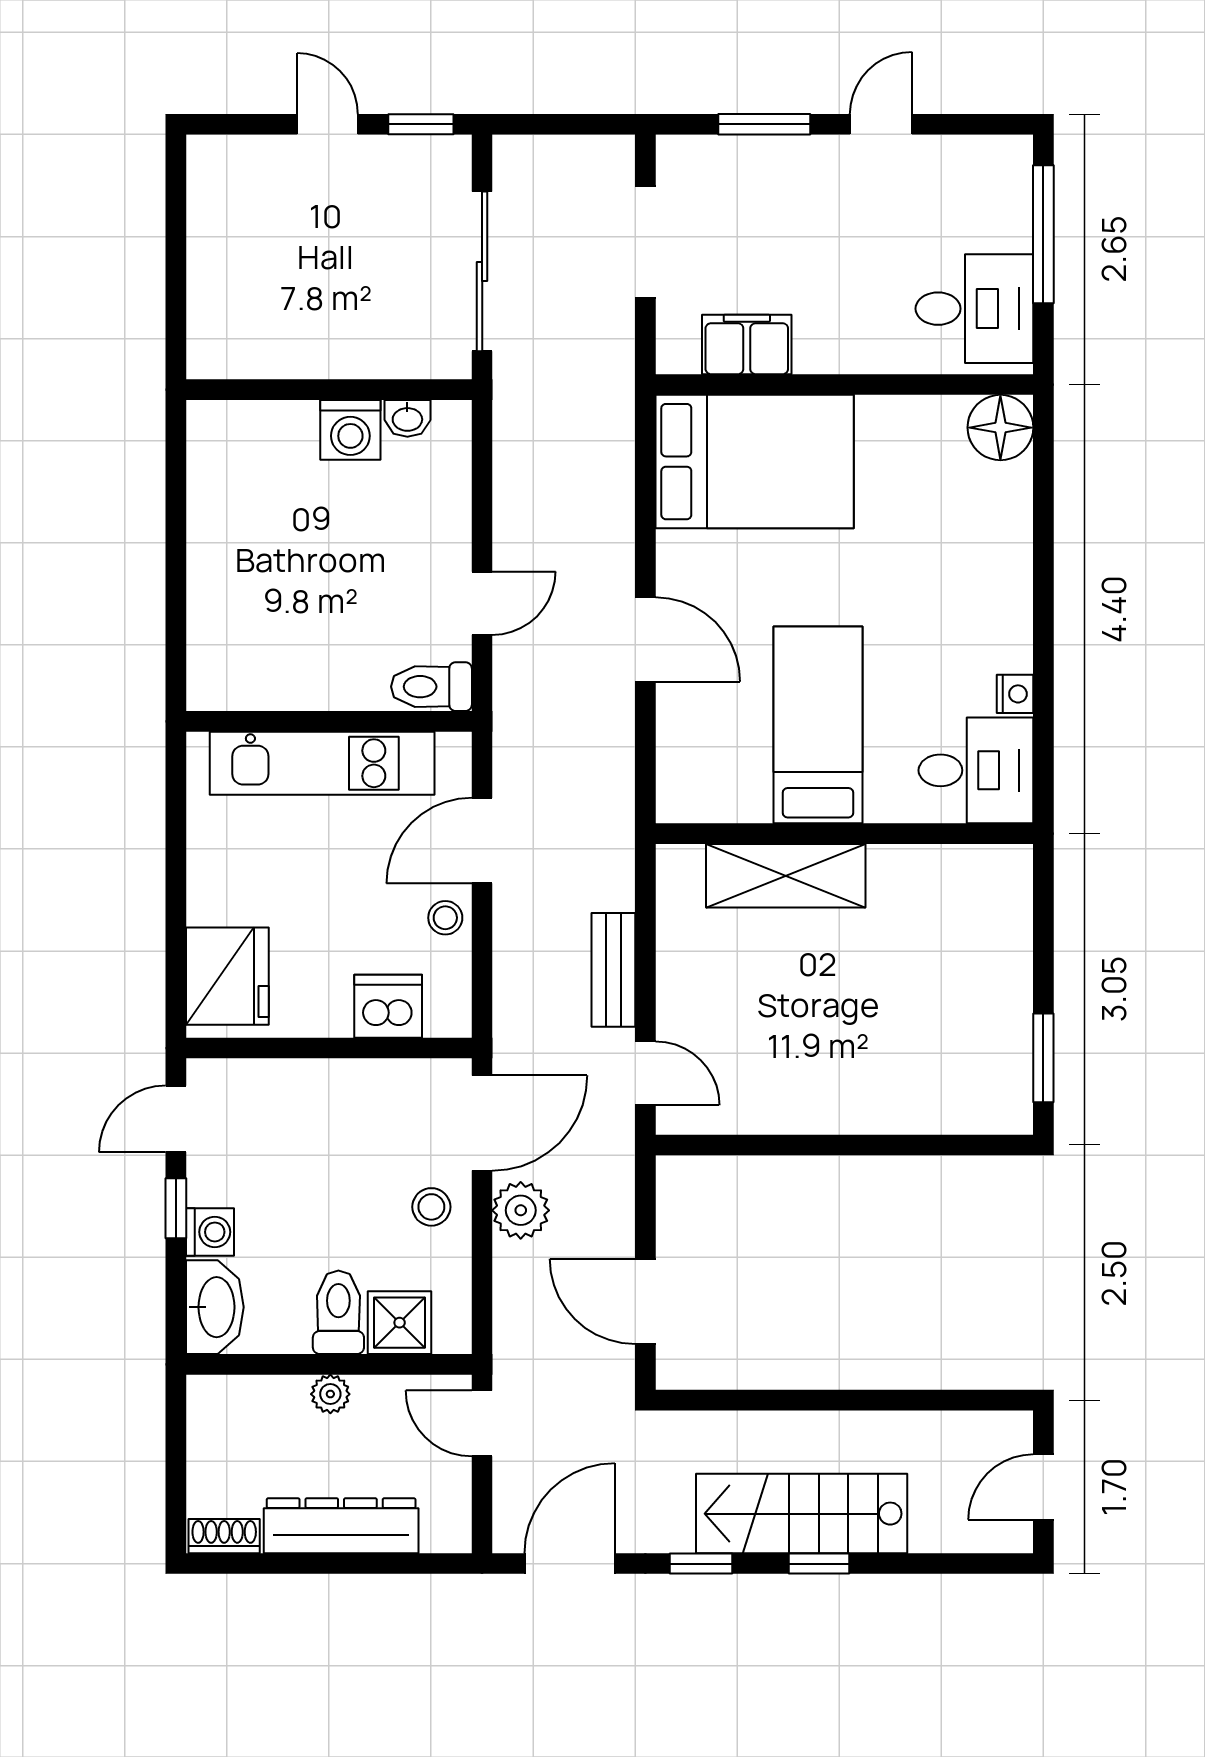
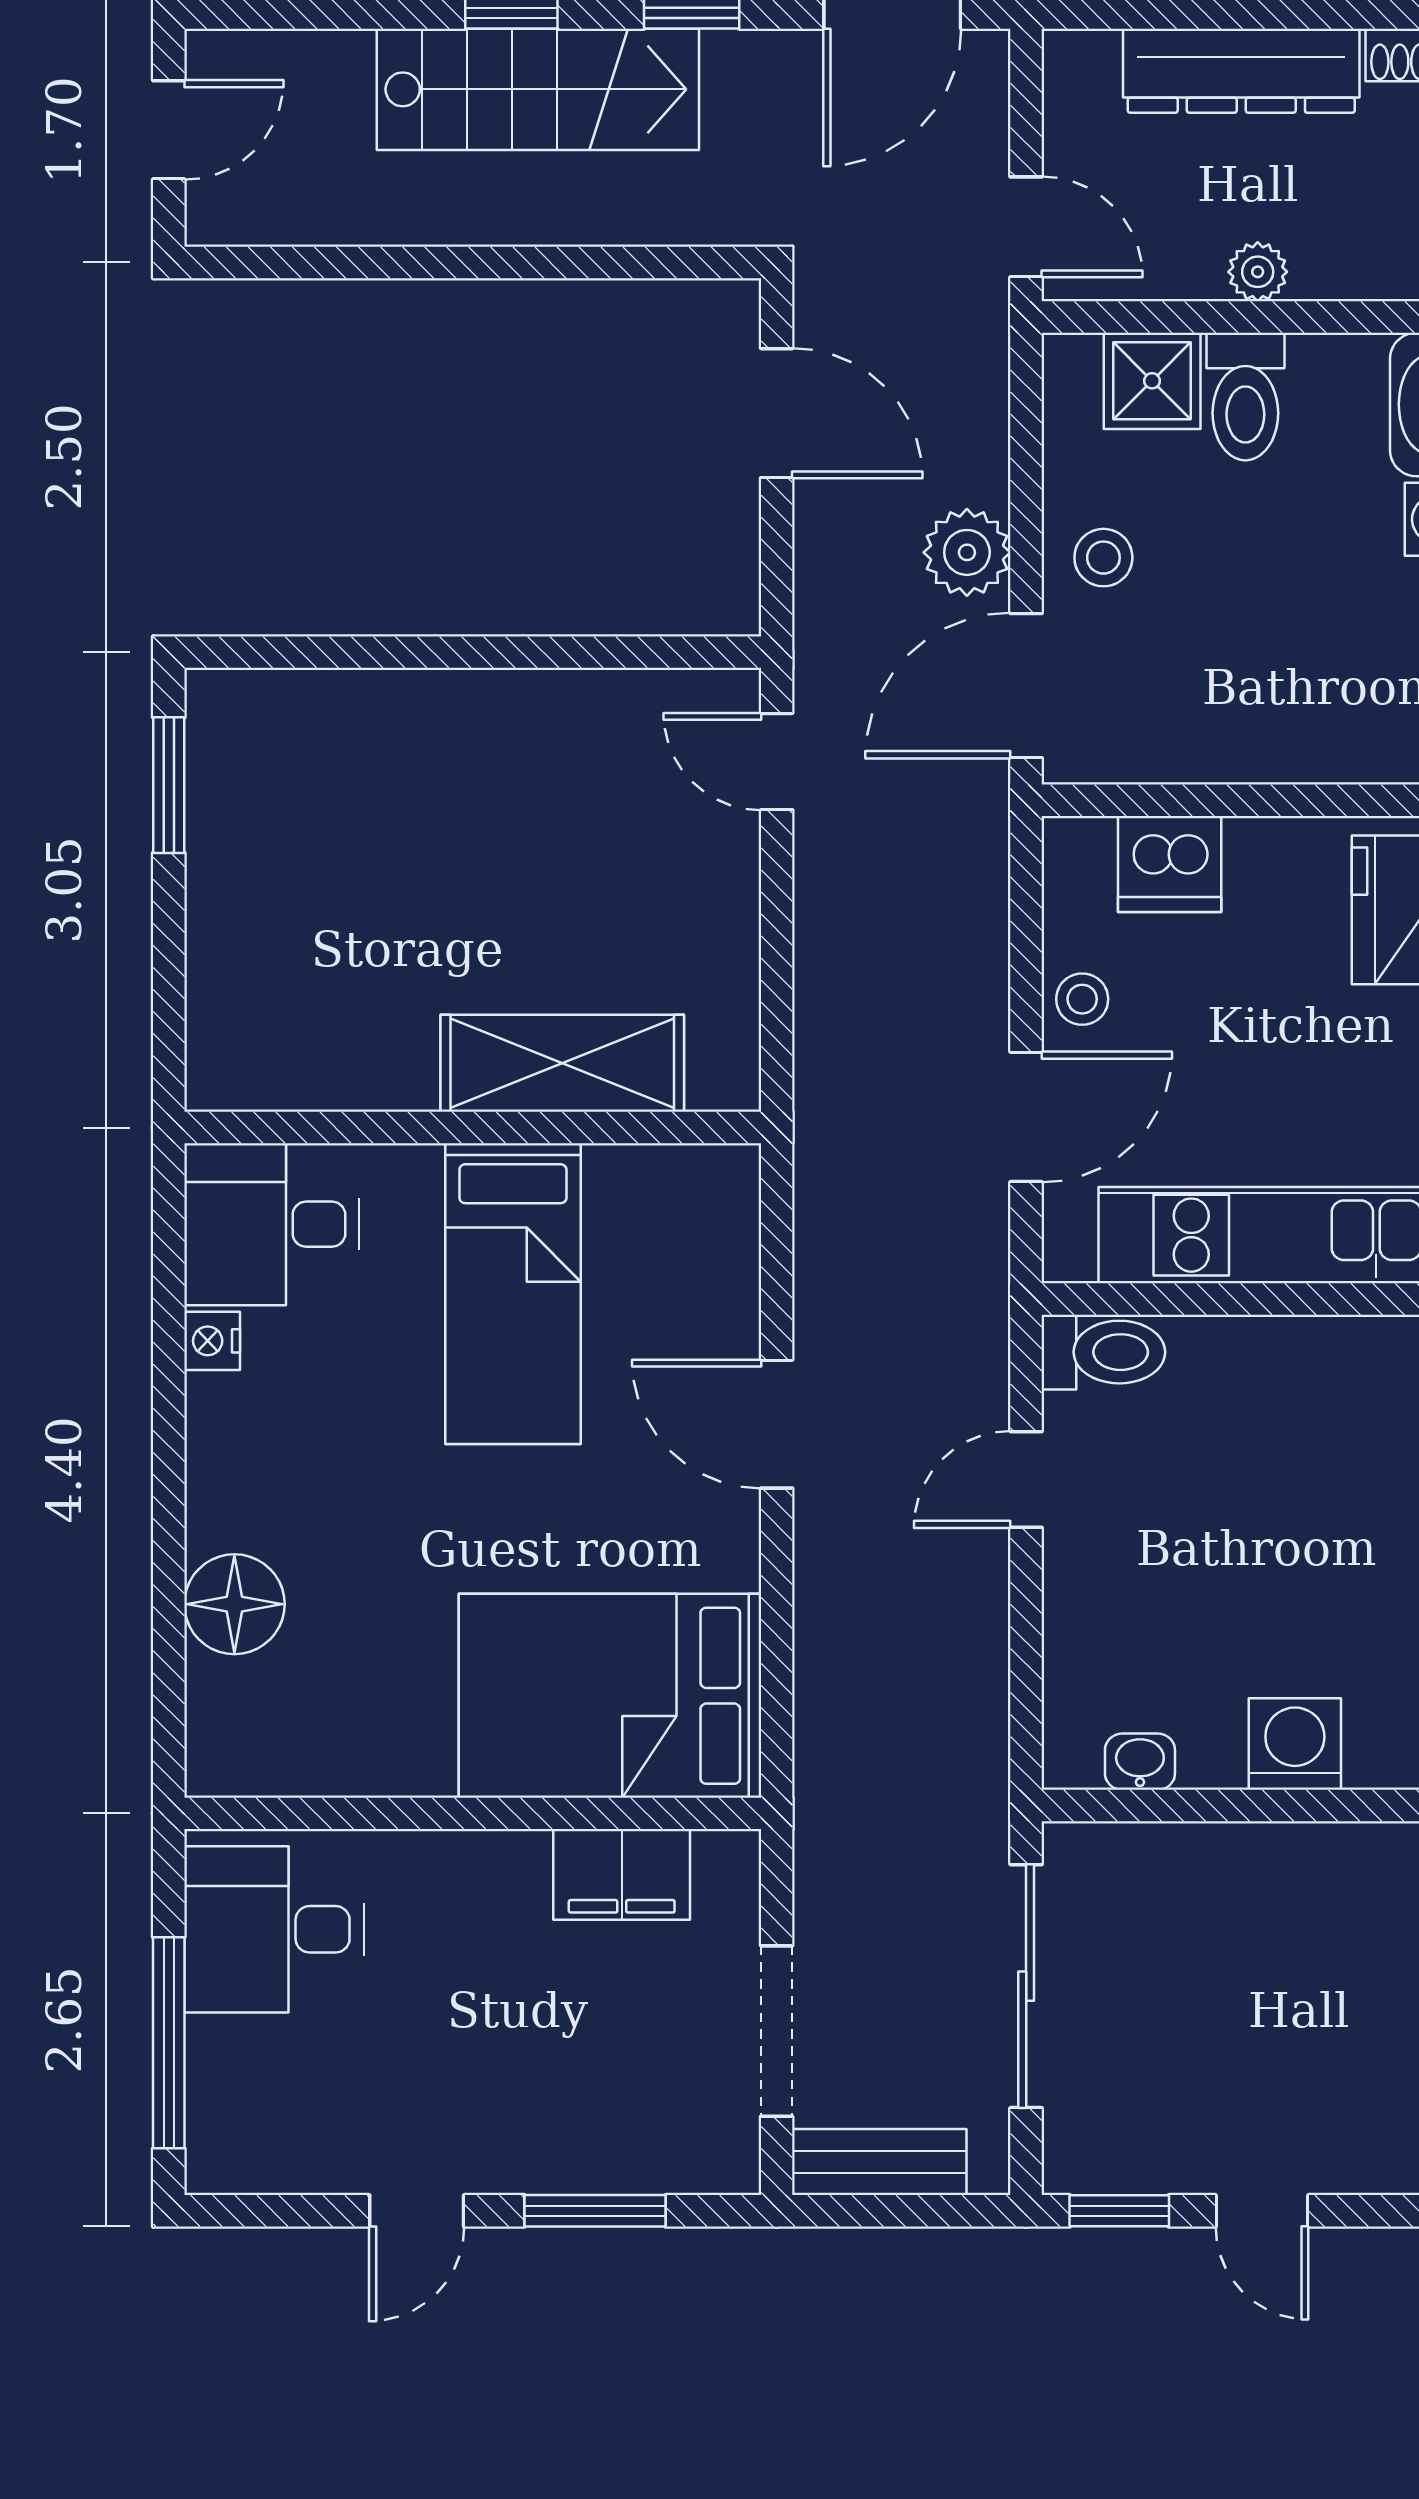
floor lamp: (1000, 428) -> (234, 1604), moved
washing machine: (350, 430) -> (1295, 1744), moved
bench: (613, 970) -> (879, 2162), moved, turned 90

